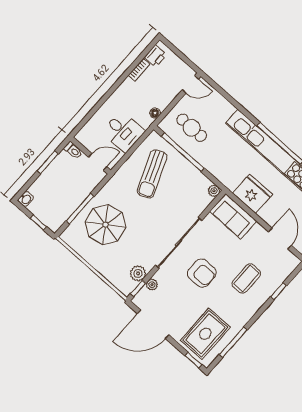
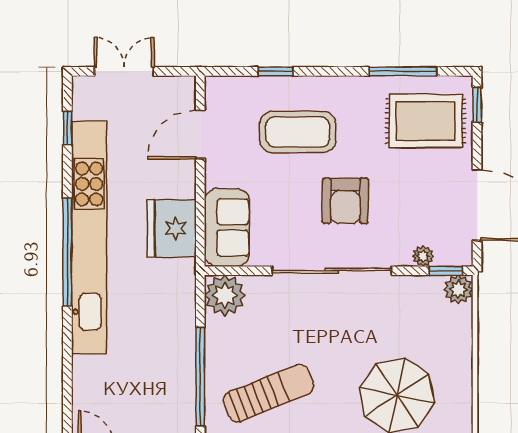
cafe table: (192, 128) -> (155, 395), removed
plant: (214, 191) -> (225, 295), width x1.88, depth x1.88
plant: (138, 273) -> (458, 289), moved
armchair: (202, 273) -> (345, 201), turned 180
coffee table: (246, 279) -> (298, 132), width x1.36, depth x1.32

